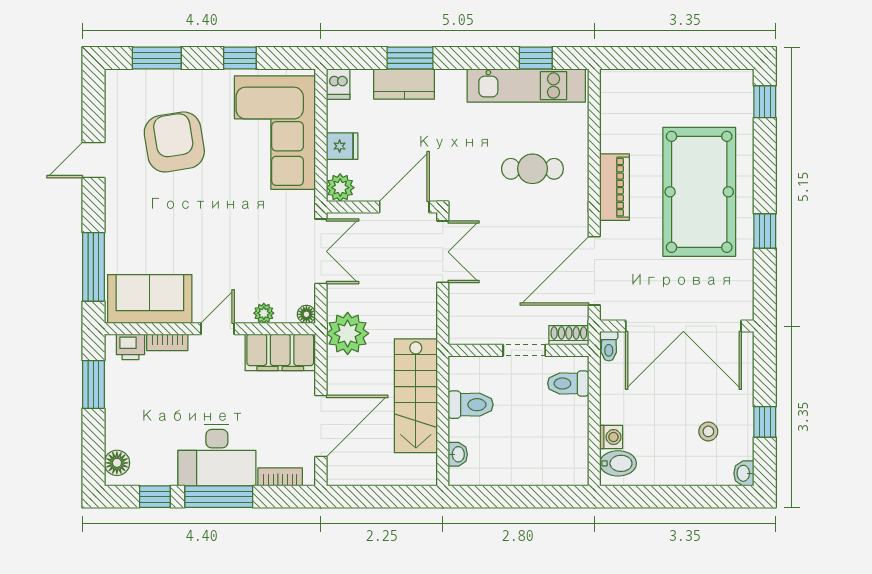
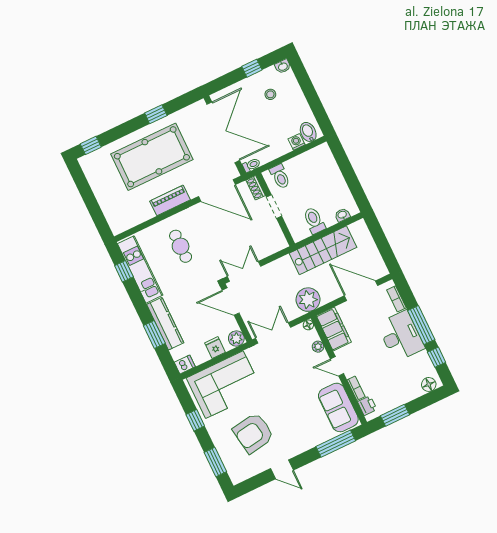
kitchen counter: (404, 84) -> (165, 324), width x1.50

